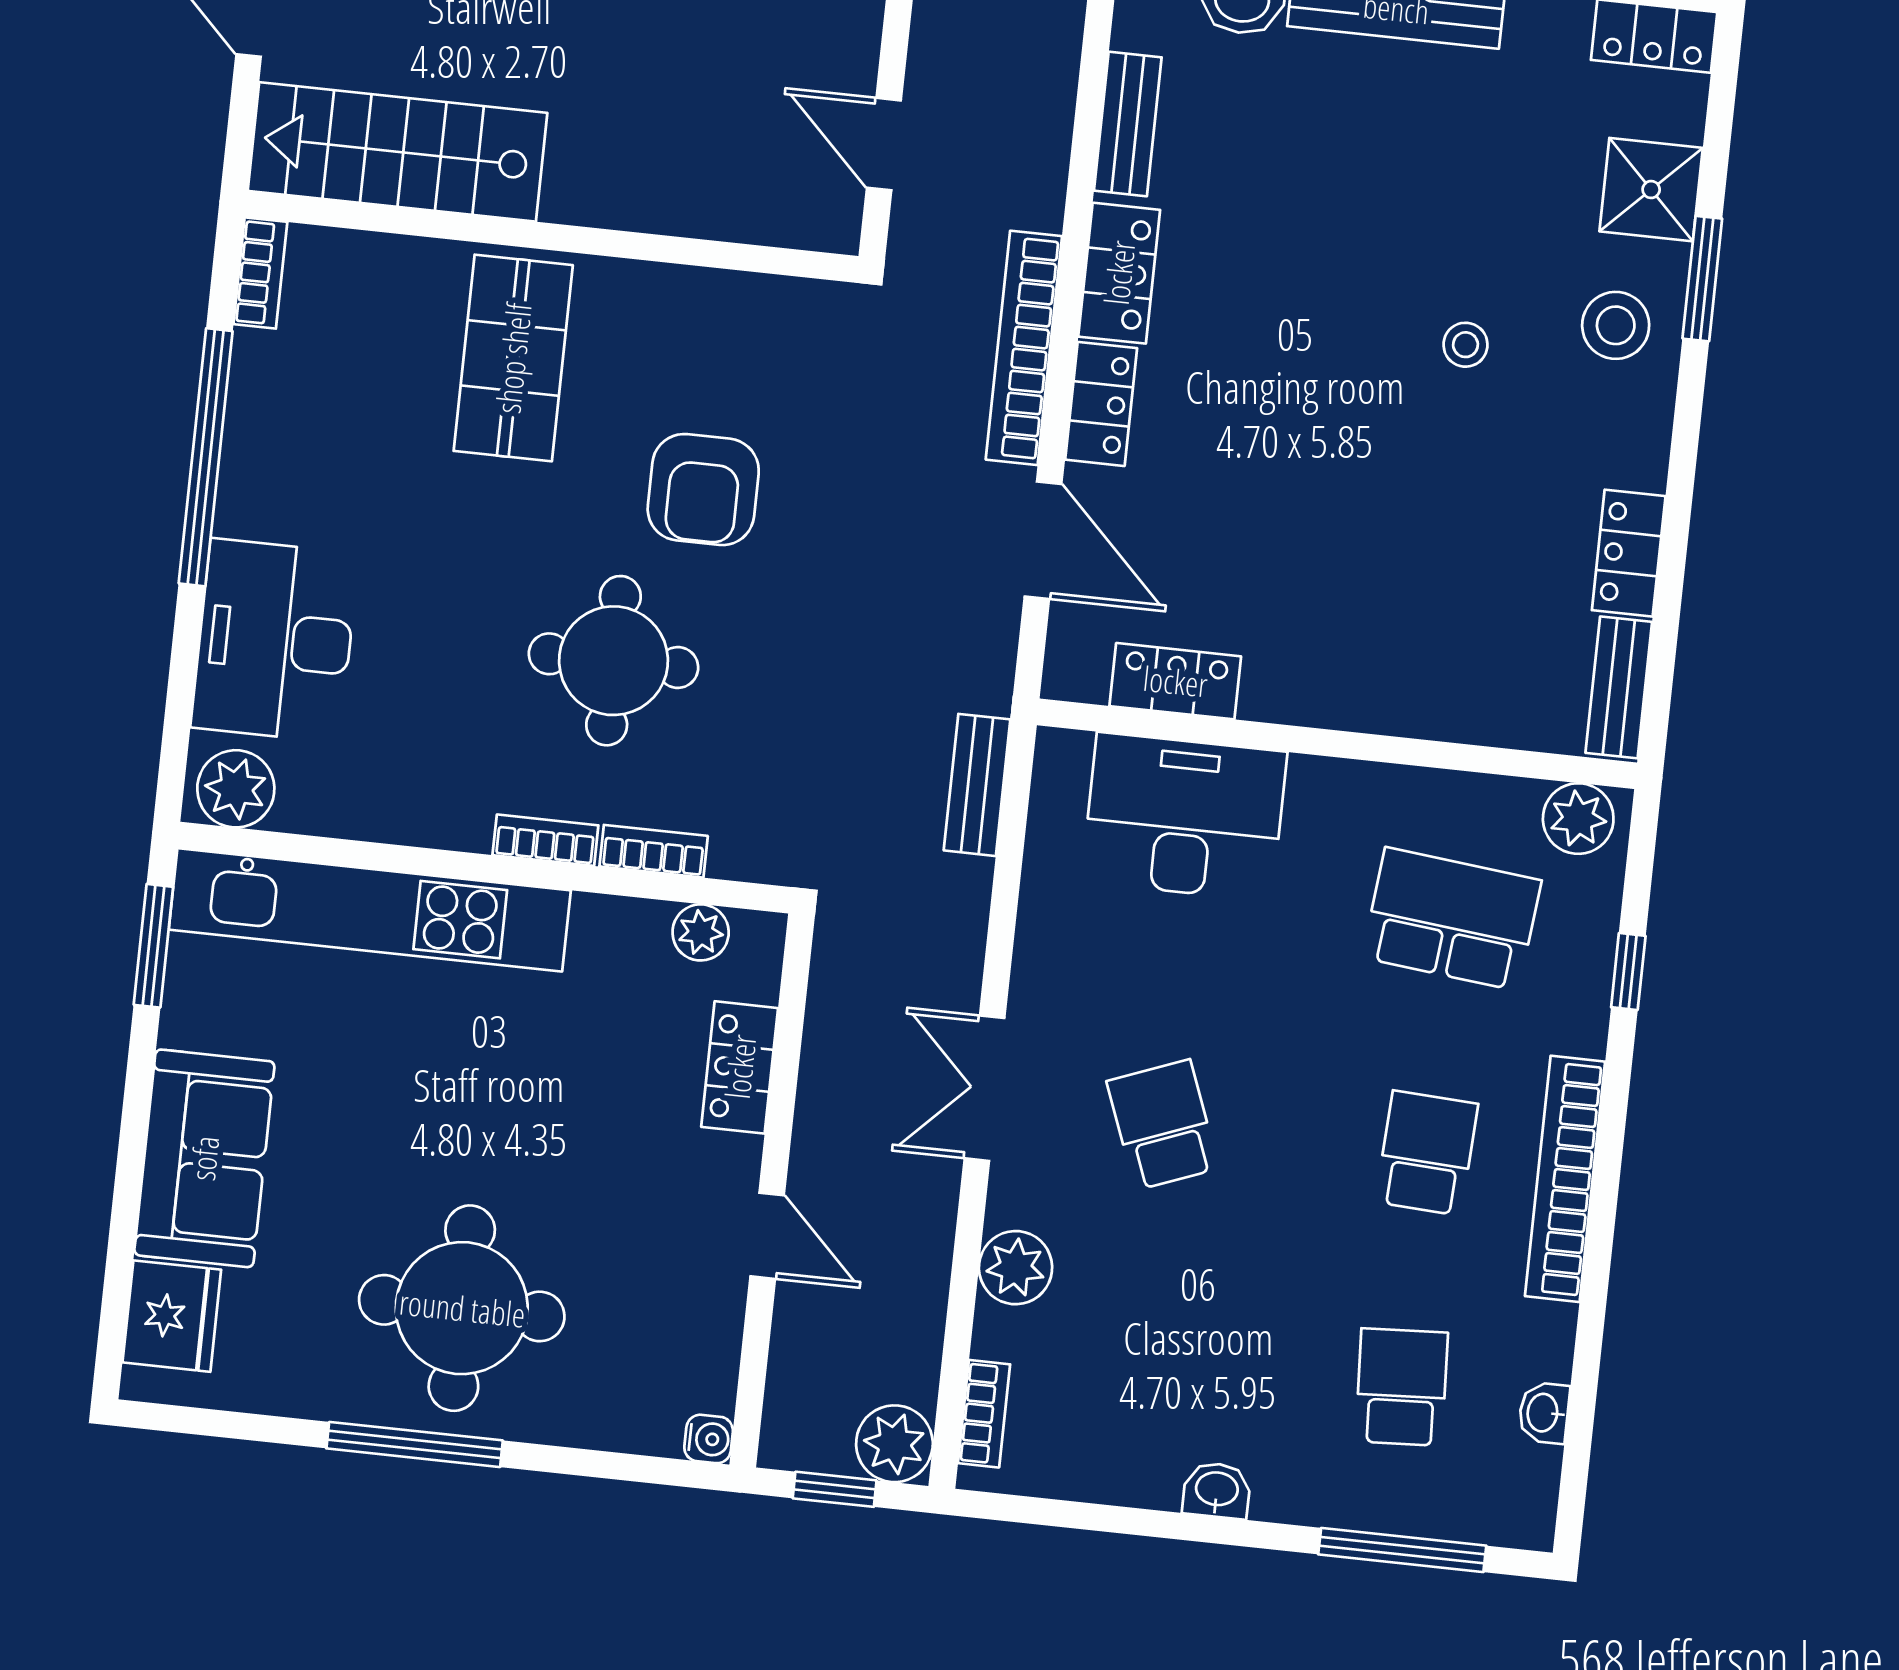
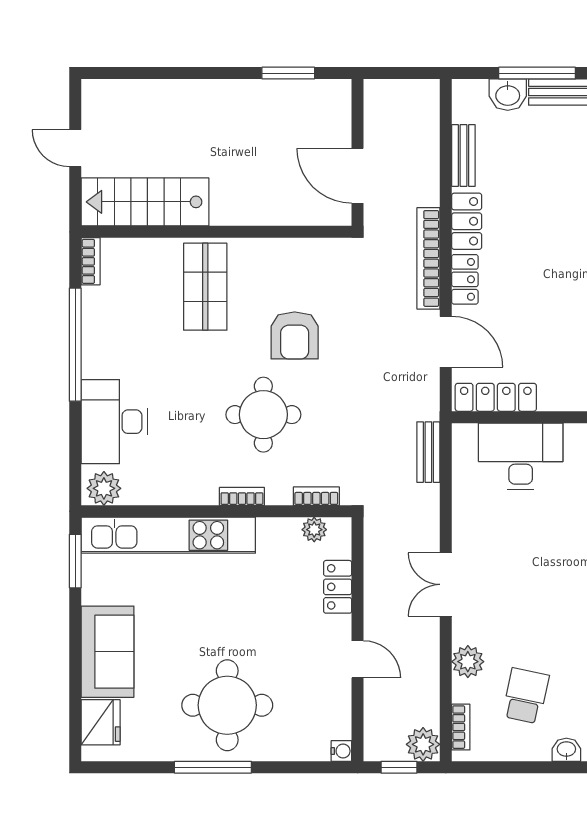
door: (884, 144) -> (358, 176), width x1.38
locker: (1175, 681) -> (496, 397), width x1.53
bookcase: (654, 851) -> (316, 496), moved
school desk: (1163, 1125) -> (526, 696), moved, turned 33

